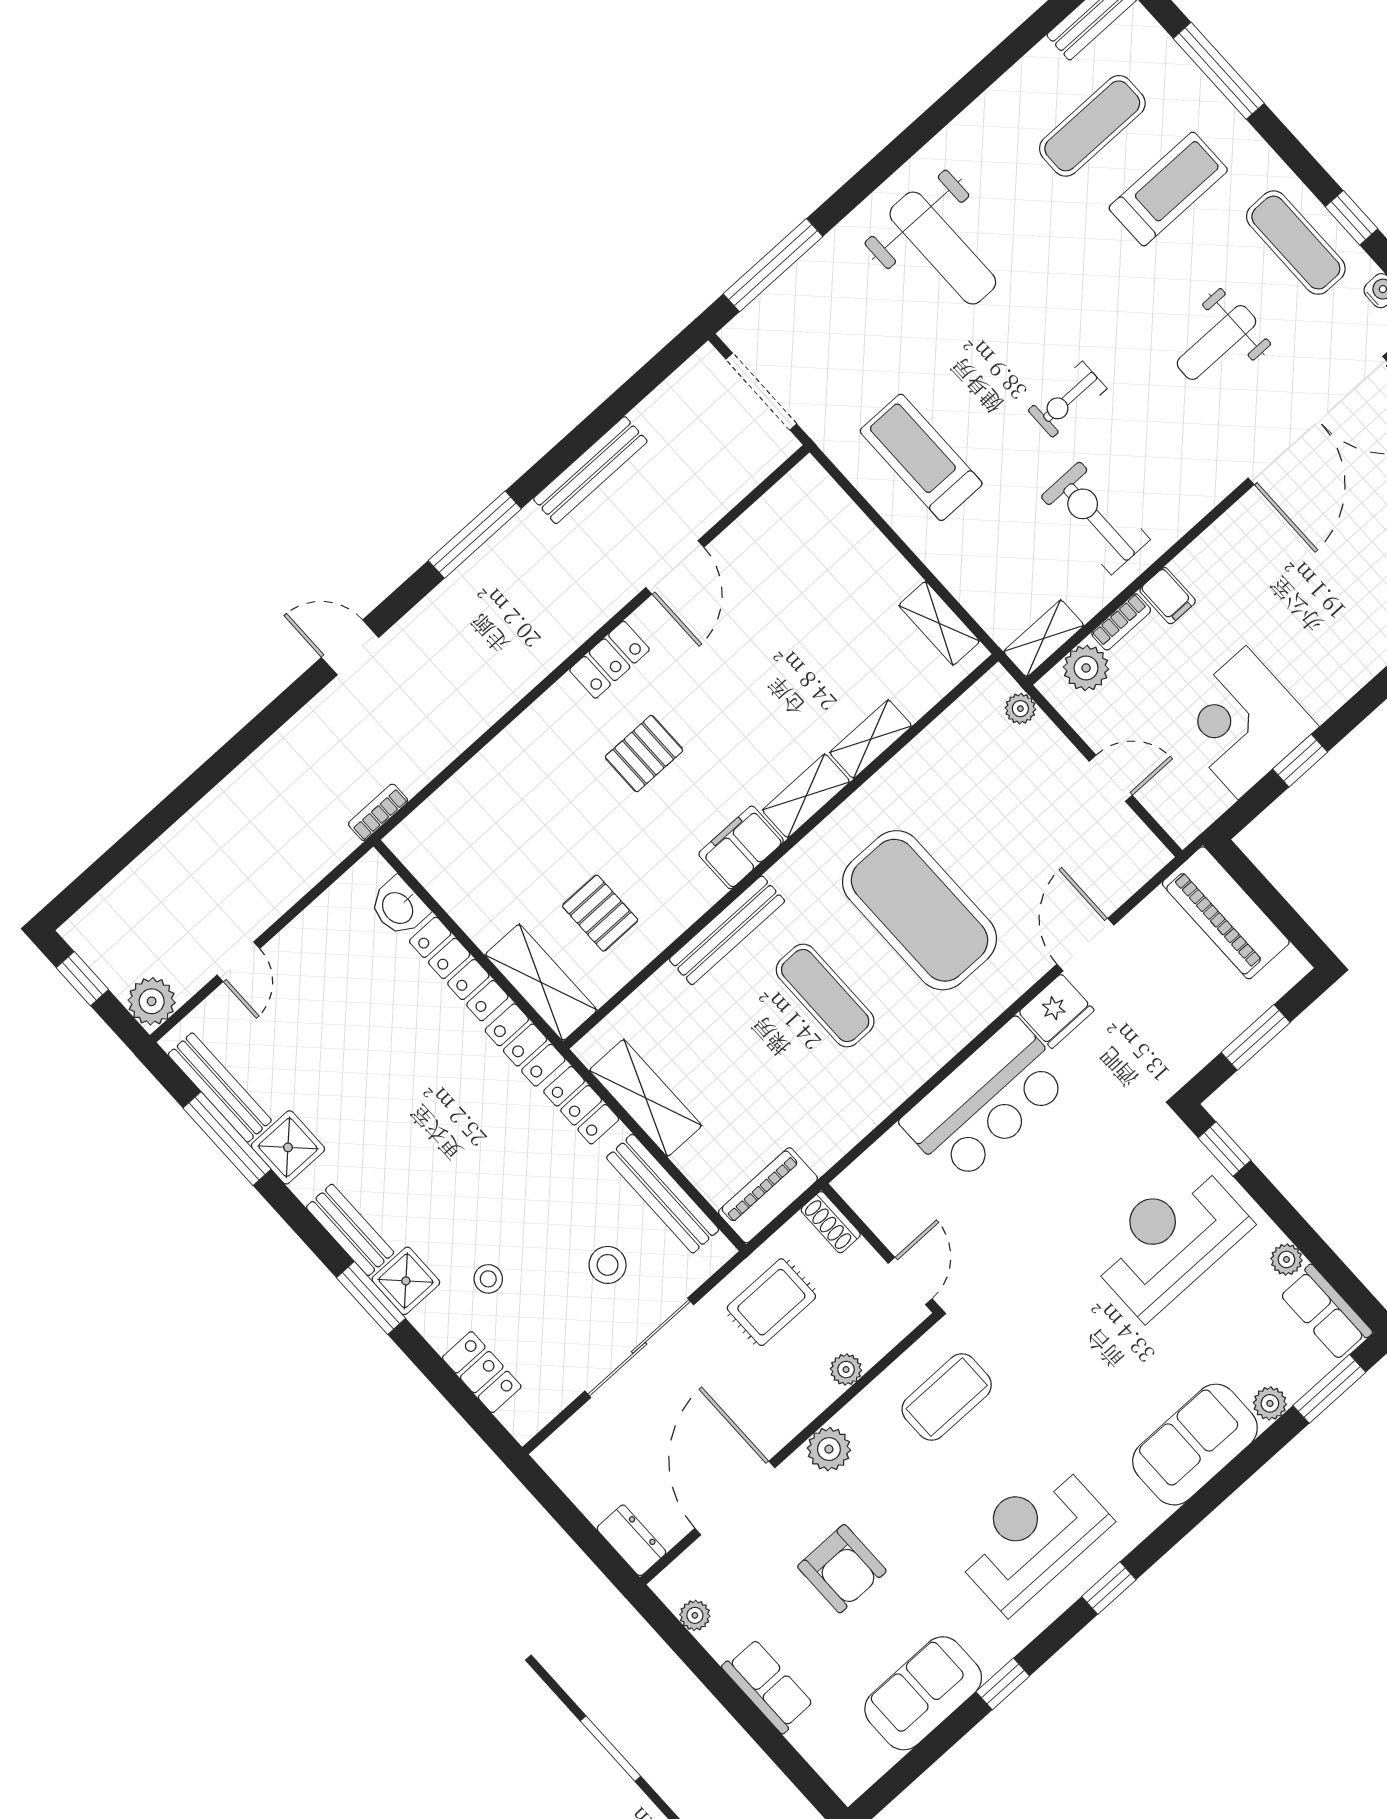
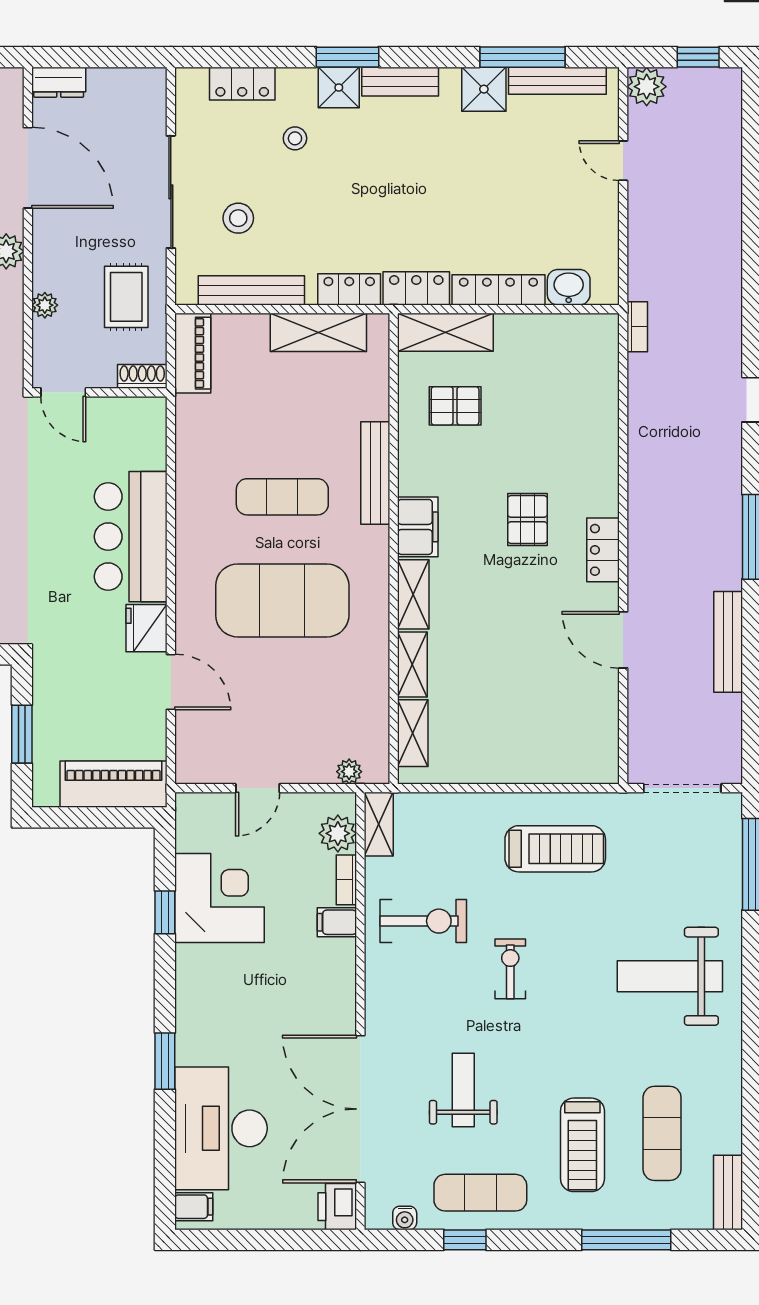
shelving: (939, 623) -> (413, 733), moved, turned 90

